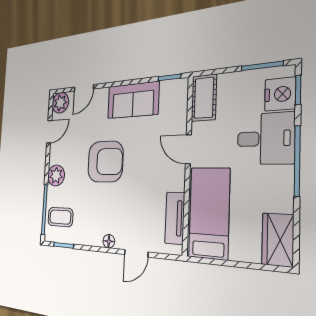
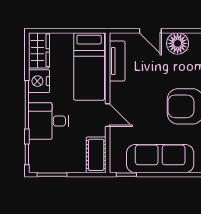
nightstand: (280, 94) -> (39, 81), moved
sofa: (133, 100) -> (160, 159), width x1.36
floor lamp: (109, 241) -> (178, 43), width x1.89, depth x1.89
door: (136, 253) -> (150, 31), swing flipped

